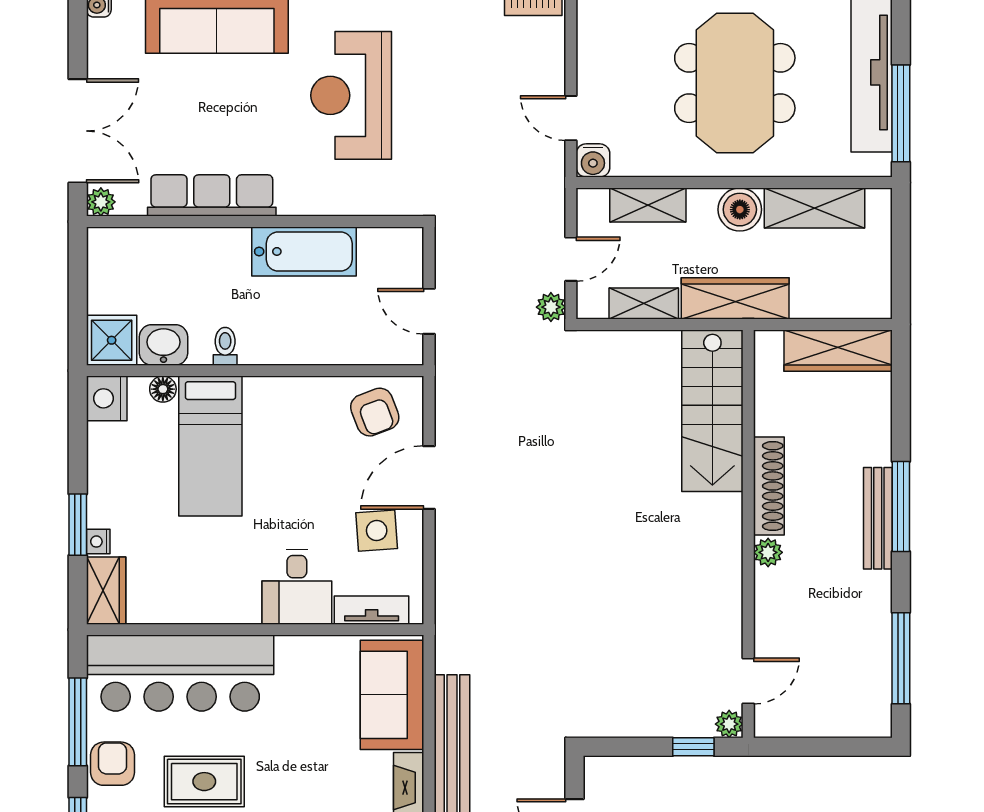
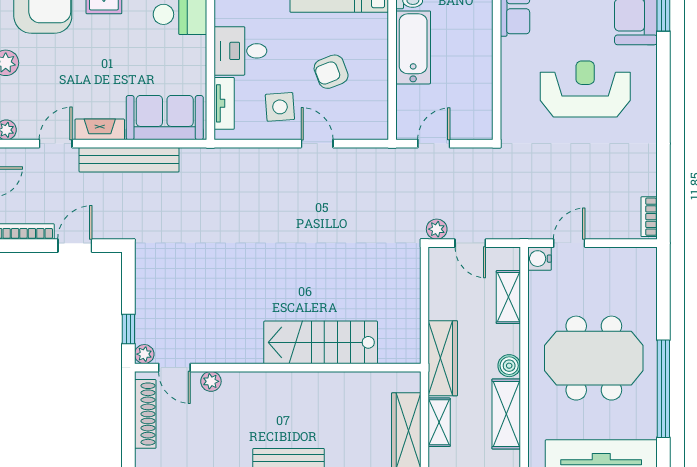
boiler: (740, 210) -> (509, 366), width x0.73, depth x0.73
bathtub: (304, 251) -> (413, 47), moved, turned 180
shelving: (644, 304) -> (439, 422), moved
stairs: (712, 411) -> (321, 342), moved
armchair: (375, 412) -> (331, 72), moved
door: (429, 478) -> (317, 144), width x0.73
shoe rack: (769, 486) -> (145, 414), moved, turned -90
plant: (768, 552) -> (211, 381), moved

